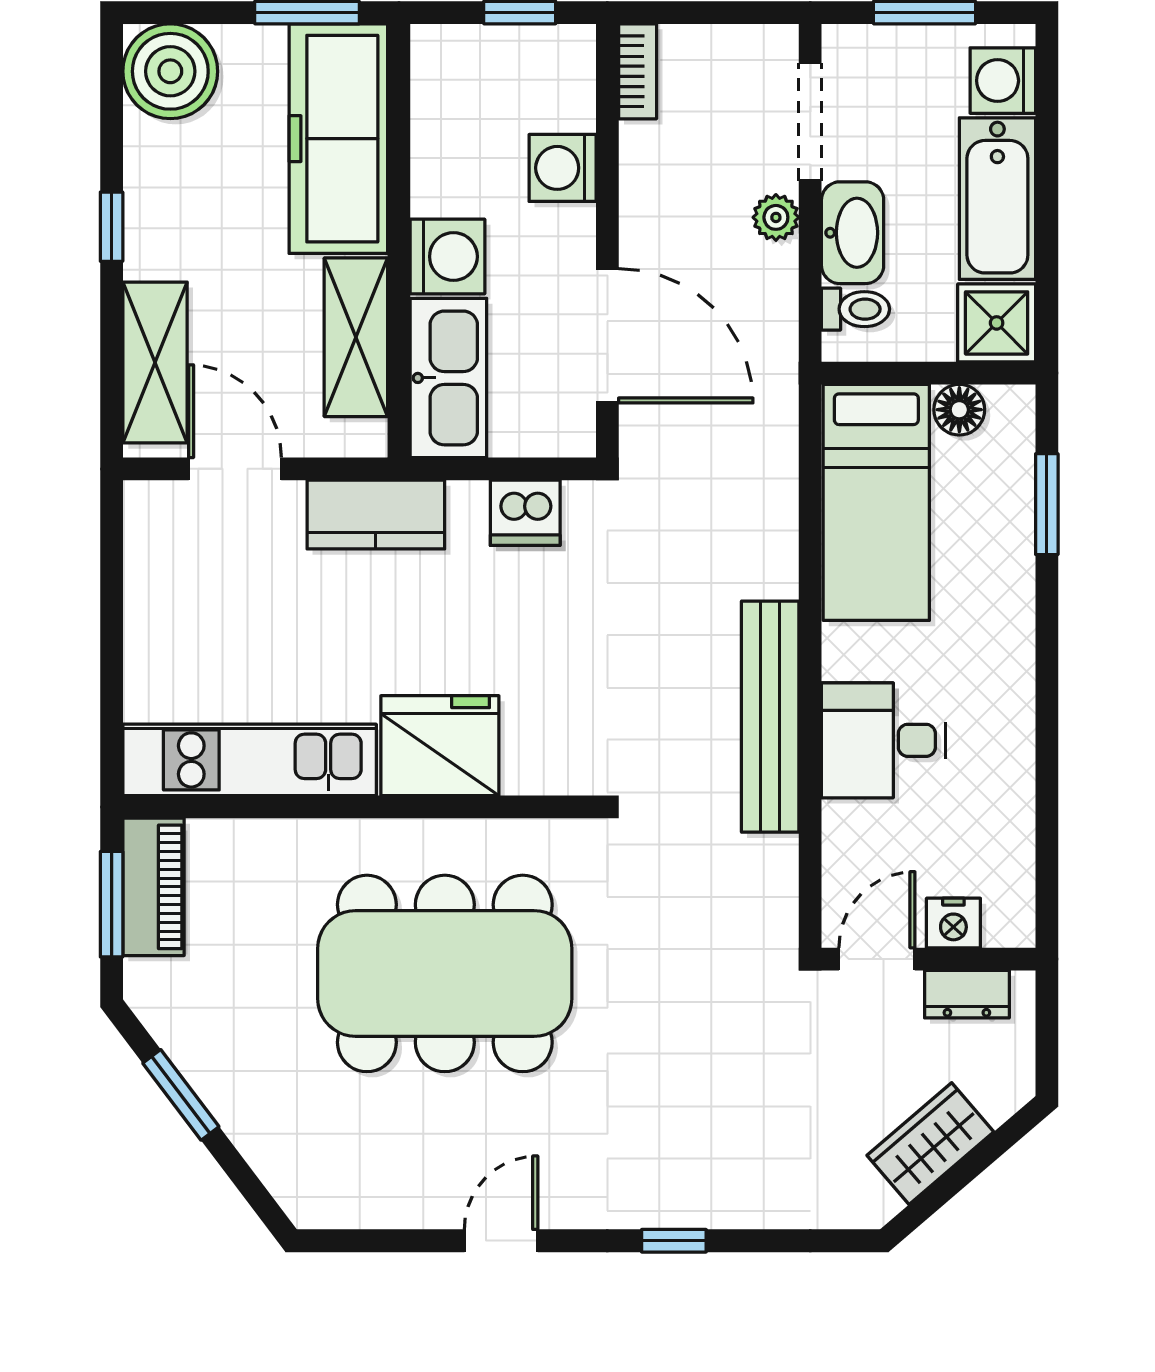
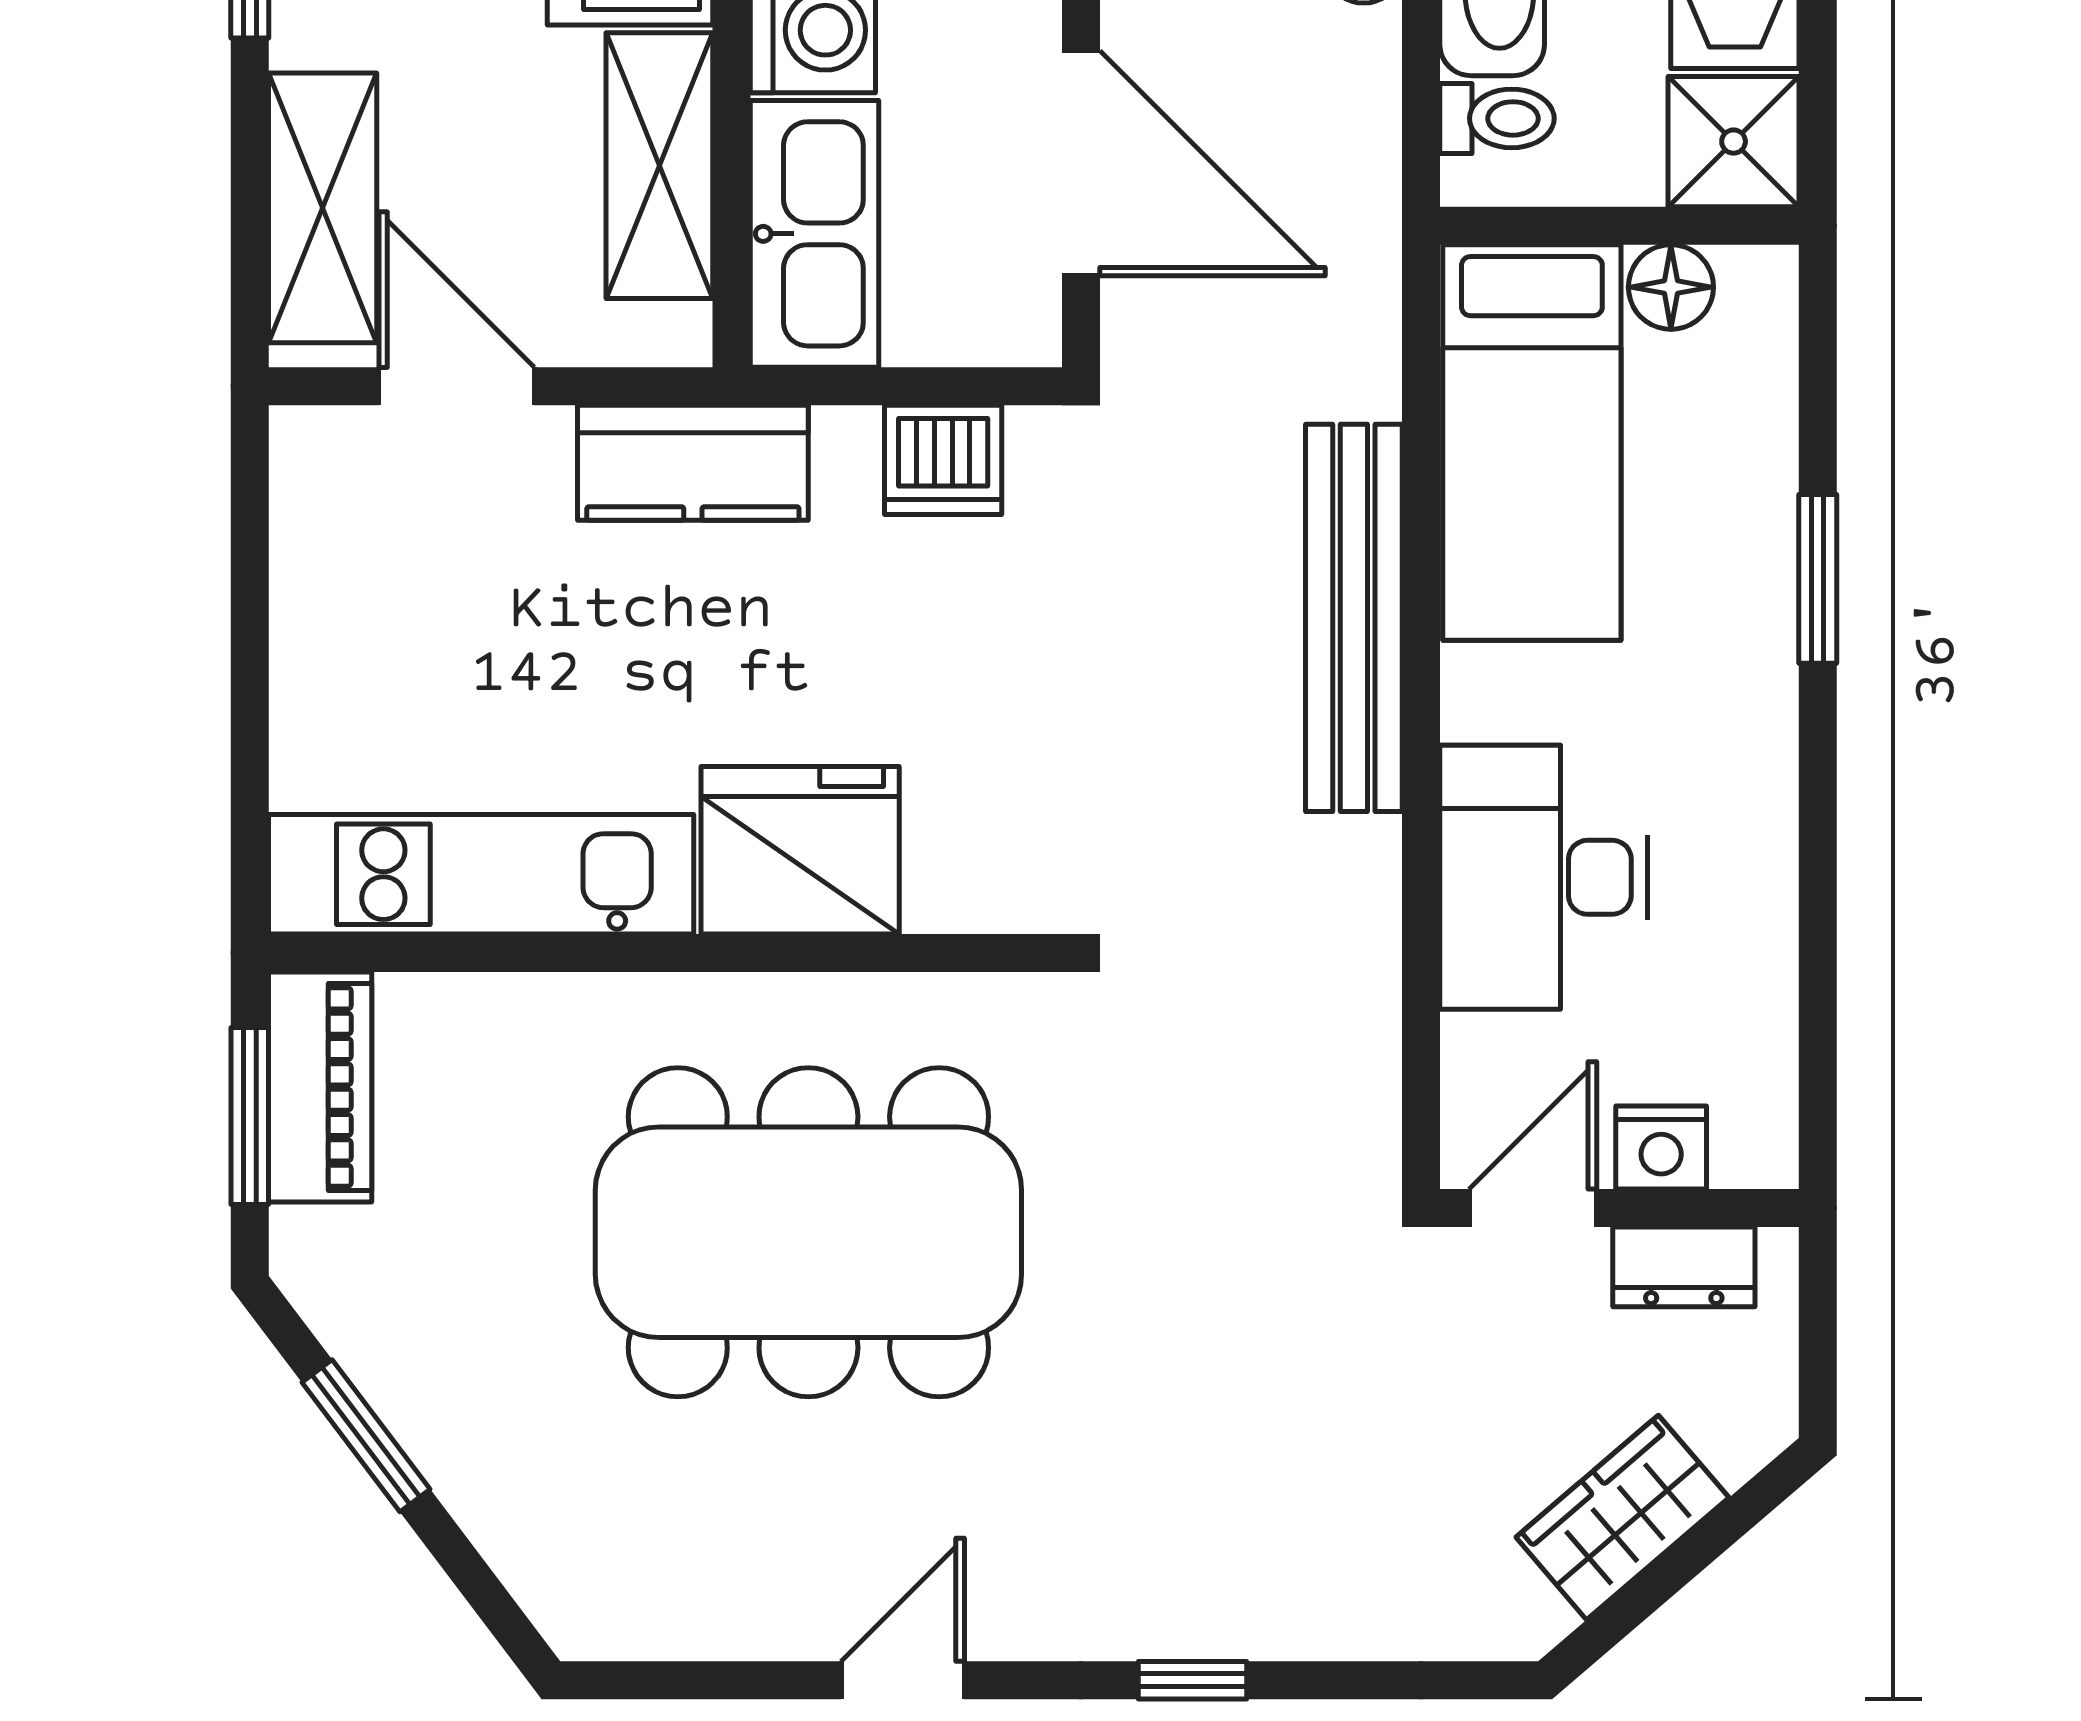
window: (1047, 504) -> (1818, 579), moved
bench: (770, 717) -> (1354, 618), moved
desk: (883, 740) -> (1544, 877), width x1.37

